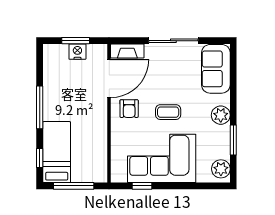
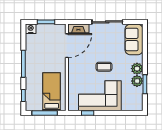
nightstand: (77, 52) -> (31, 29), moved
armchair: (129, 109) -> (79, 64), removed
bed: (57, 152) -> (52, 92), moved
plant: (221, 169) -> (137, 81), moved

